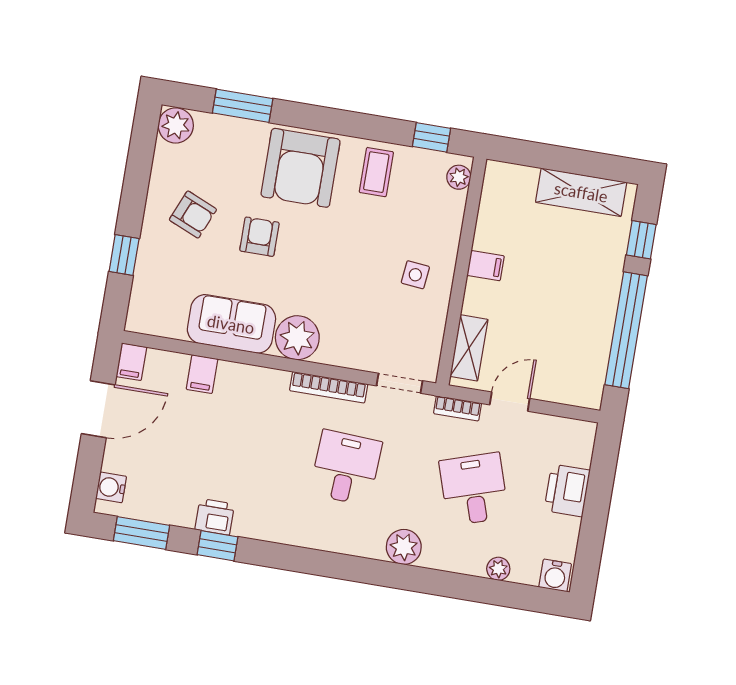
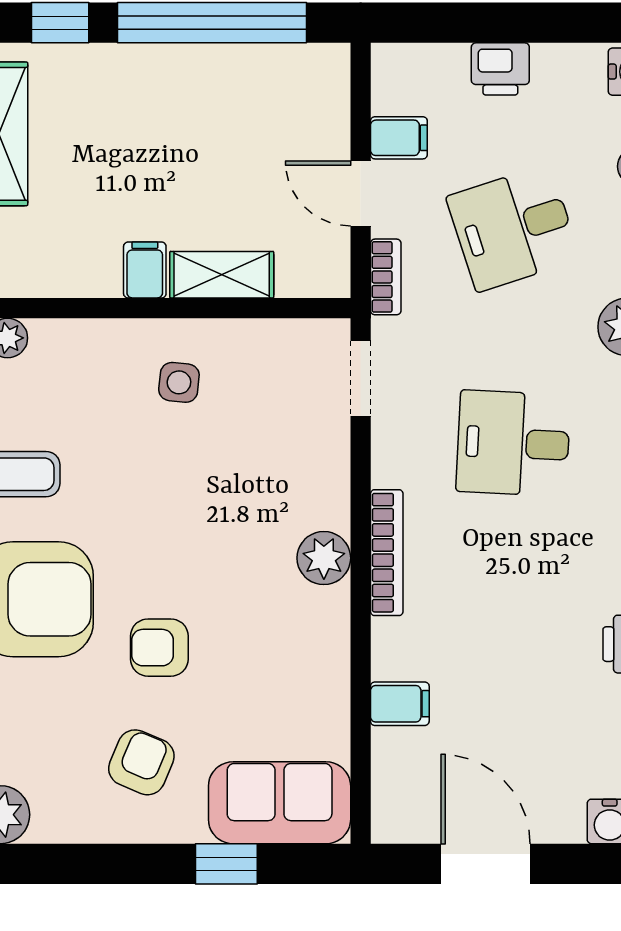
sofa: (231, 324) -> (280, 803), moved, turned 90
plant: (297, 338) -> (324, 558), width x0.73, depth x0.73
shelving: (469, 348) -> (222, 275), moved
filing cabinet: (131, 362) -> (399, 138), moved
bookcase: (329, 387) -> (387, 553), moved
printer: (567, 490) -> (500, 69), width x0.73, depth x0.81

